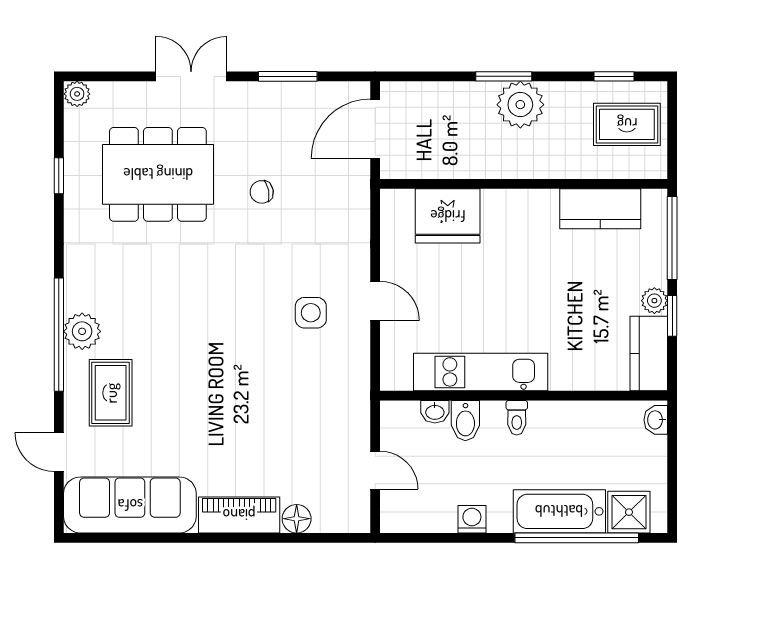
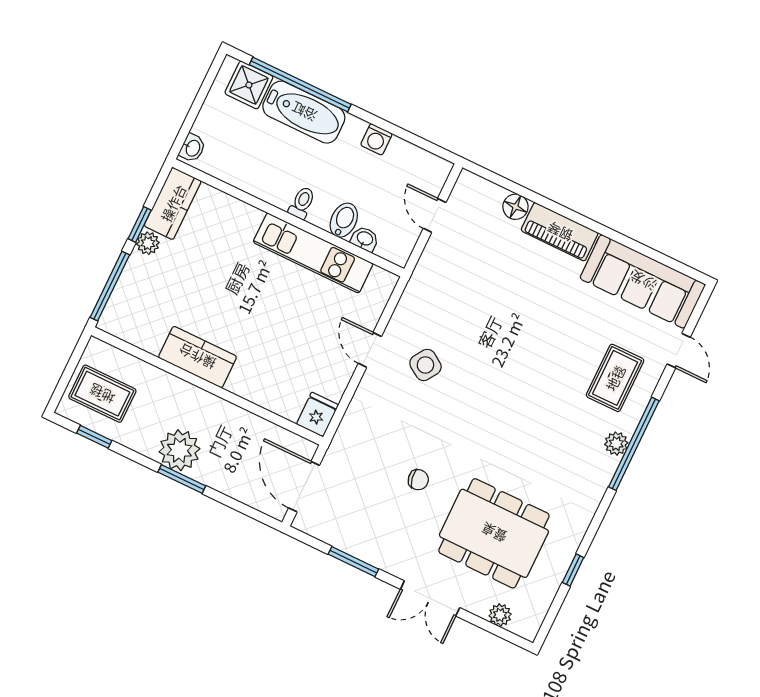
plant: (77, 94) -> (500, 615), moved
door: (375, 129) -> (304, 487), swing flipped
kitchen counter: (600, 209) -> (197, 357), moved
fridge: (448, 216) -> (317, 415), moved, width x0.53, depth x0.75
side table: (311, 313) -> (425, 365), turned 33
plant: (82, 331) -> (616, 444), width x0.73, depth x0.73

